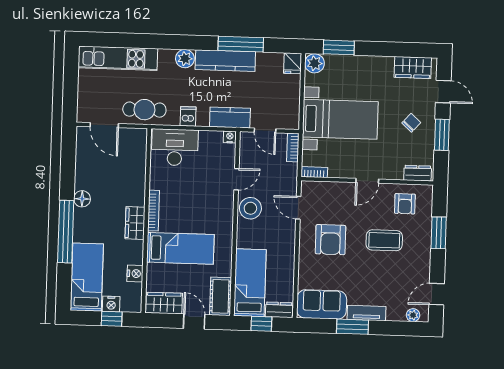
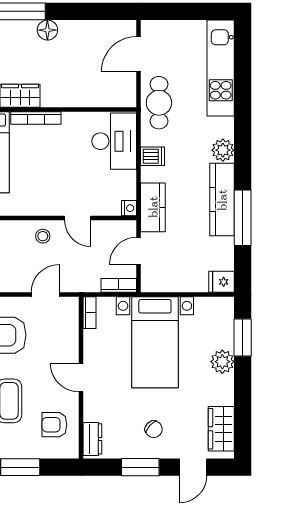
plant: (315, 63) -> (222, 362), moved
stool: (250, 208) -> (43, 236), width x0.53, depth x0.53

